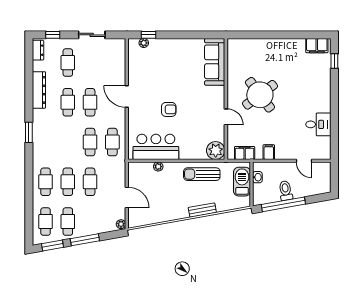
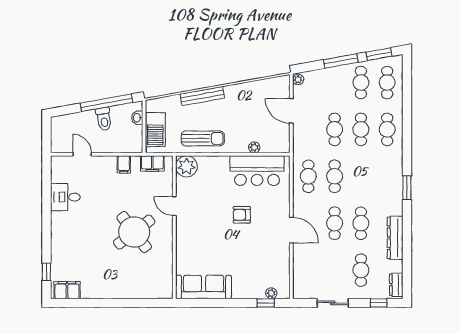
sofa: (215, 62) -> (204, 287), moved, turned -90
washbasin: (257, 177) -> (137, 118), moved
bench: (202, 210) -> (202, 96), width x1.36

